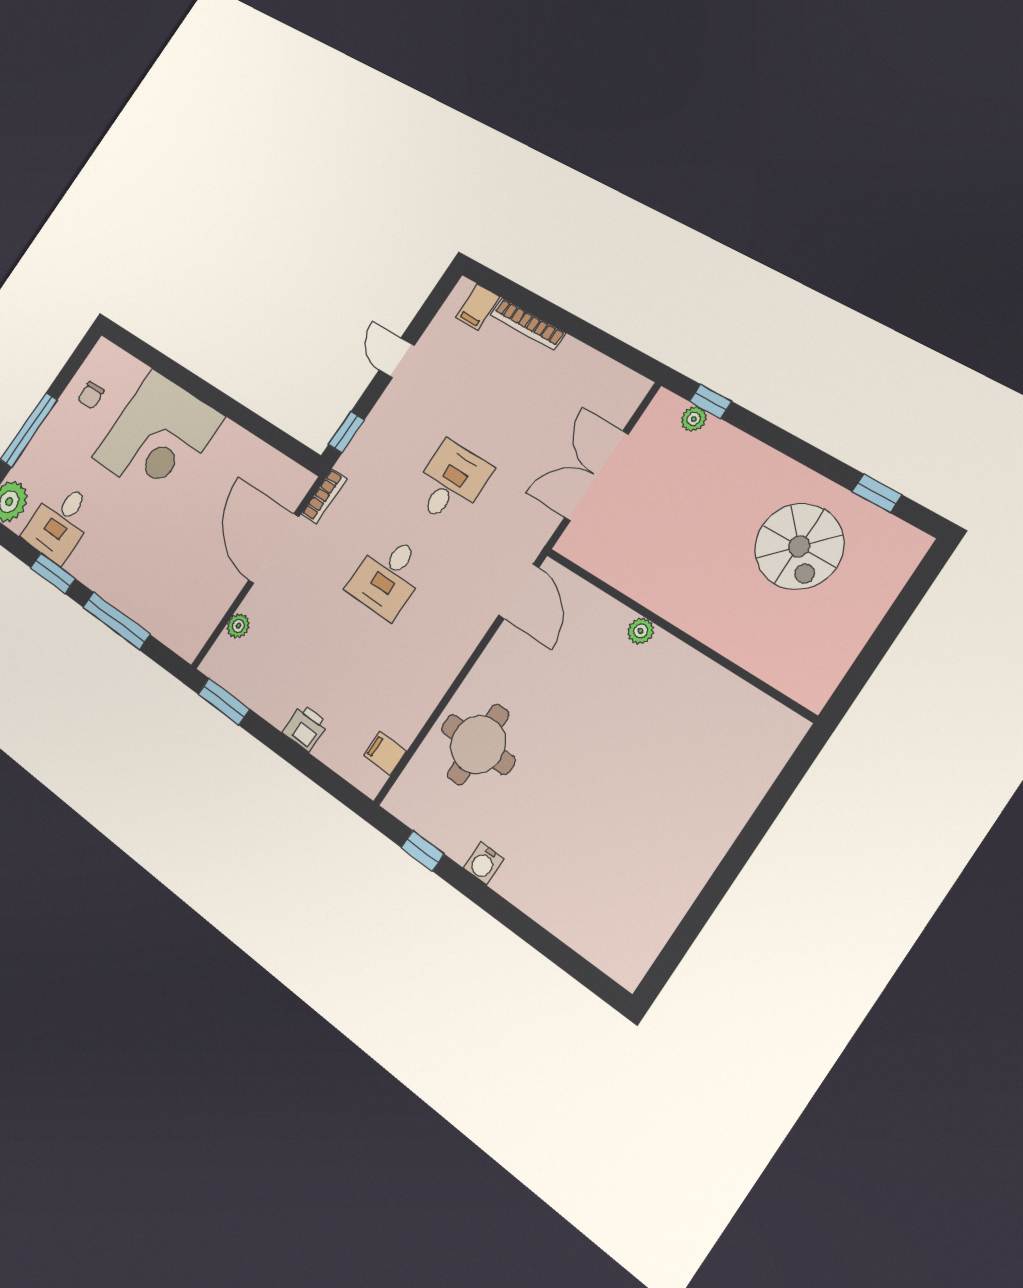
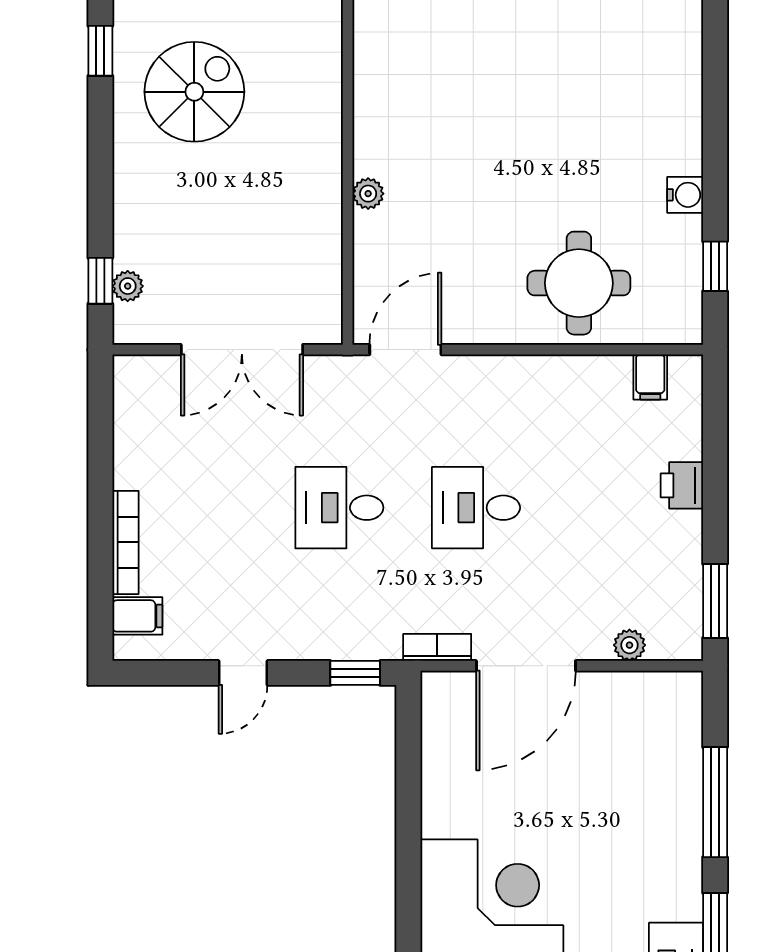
desk: (388, 576) -> (476, 508), turned 180

